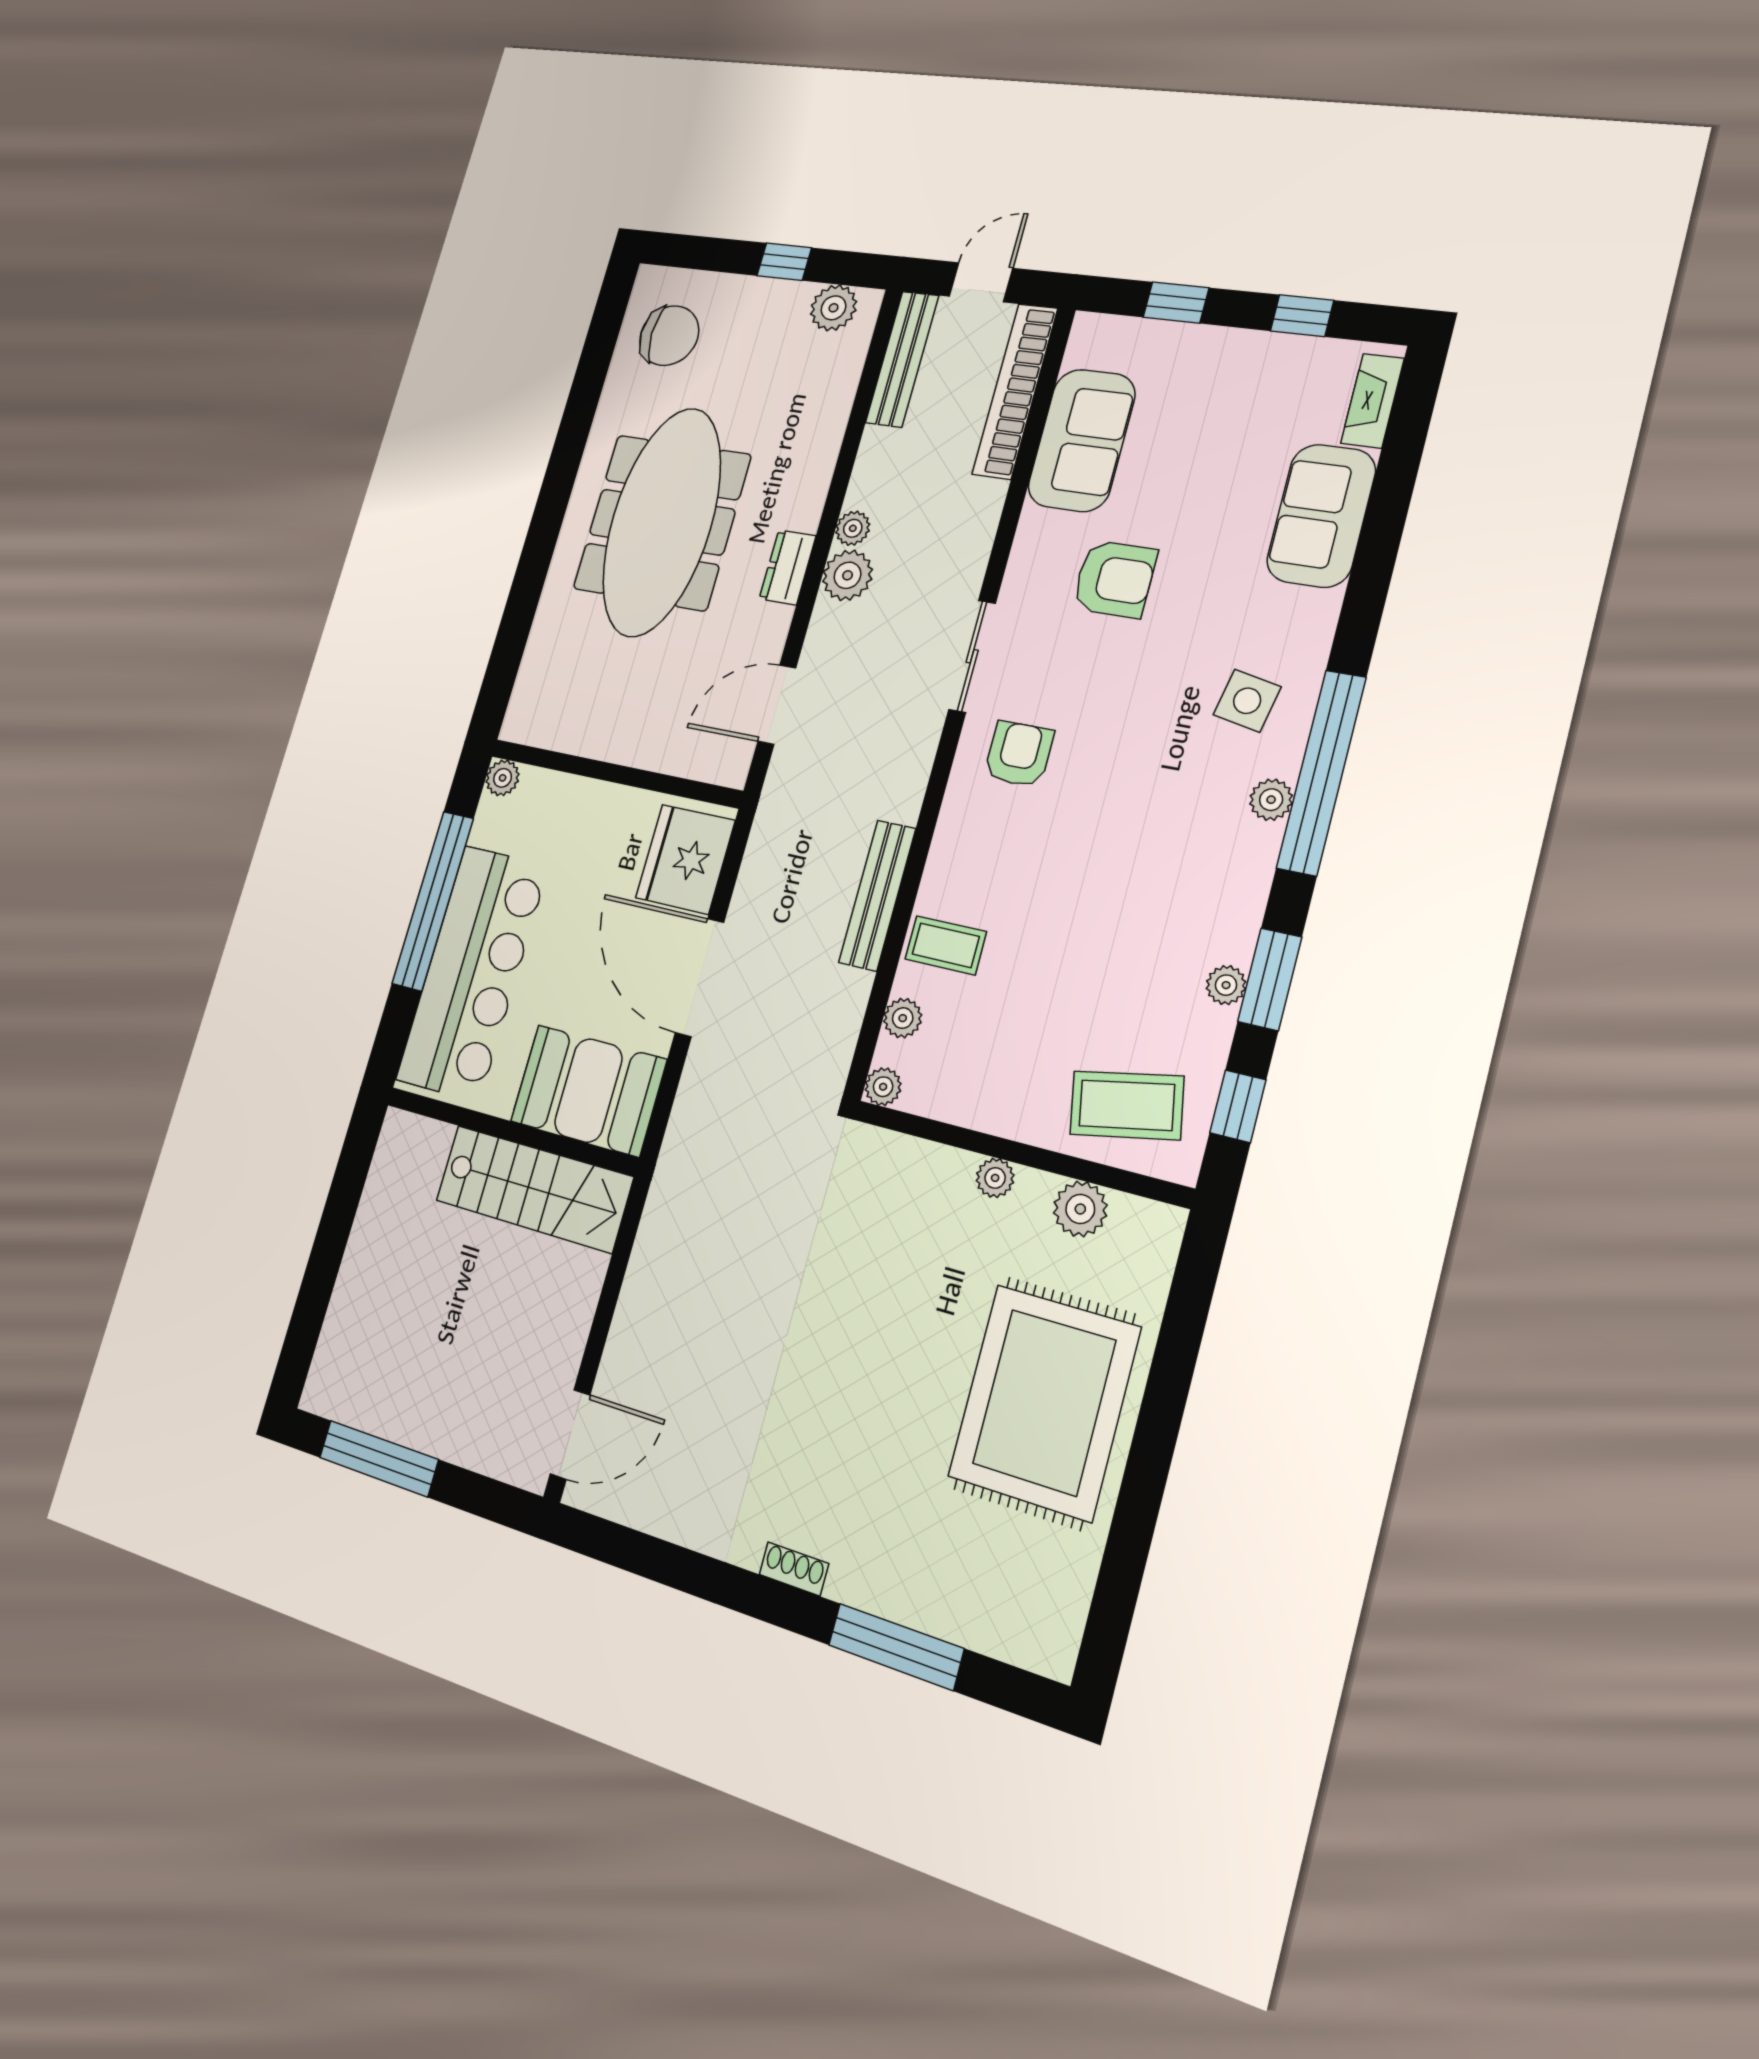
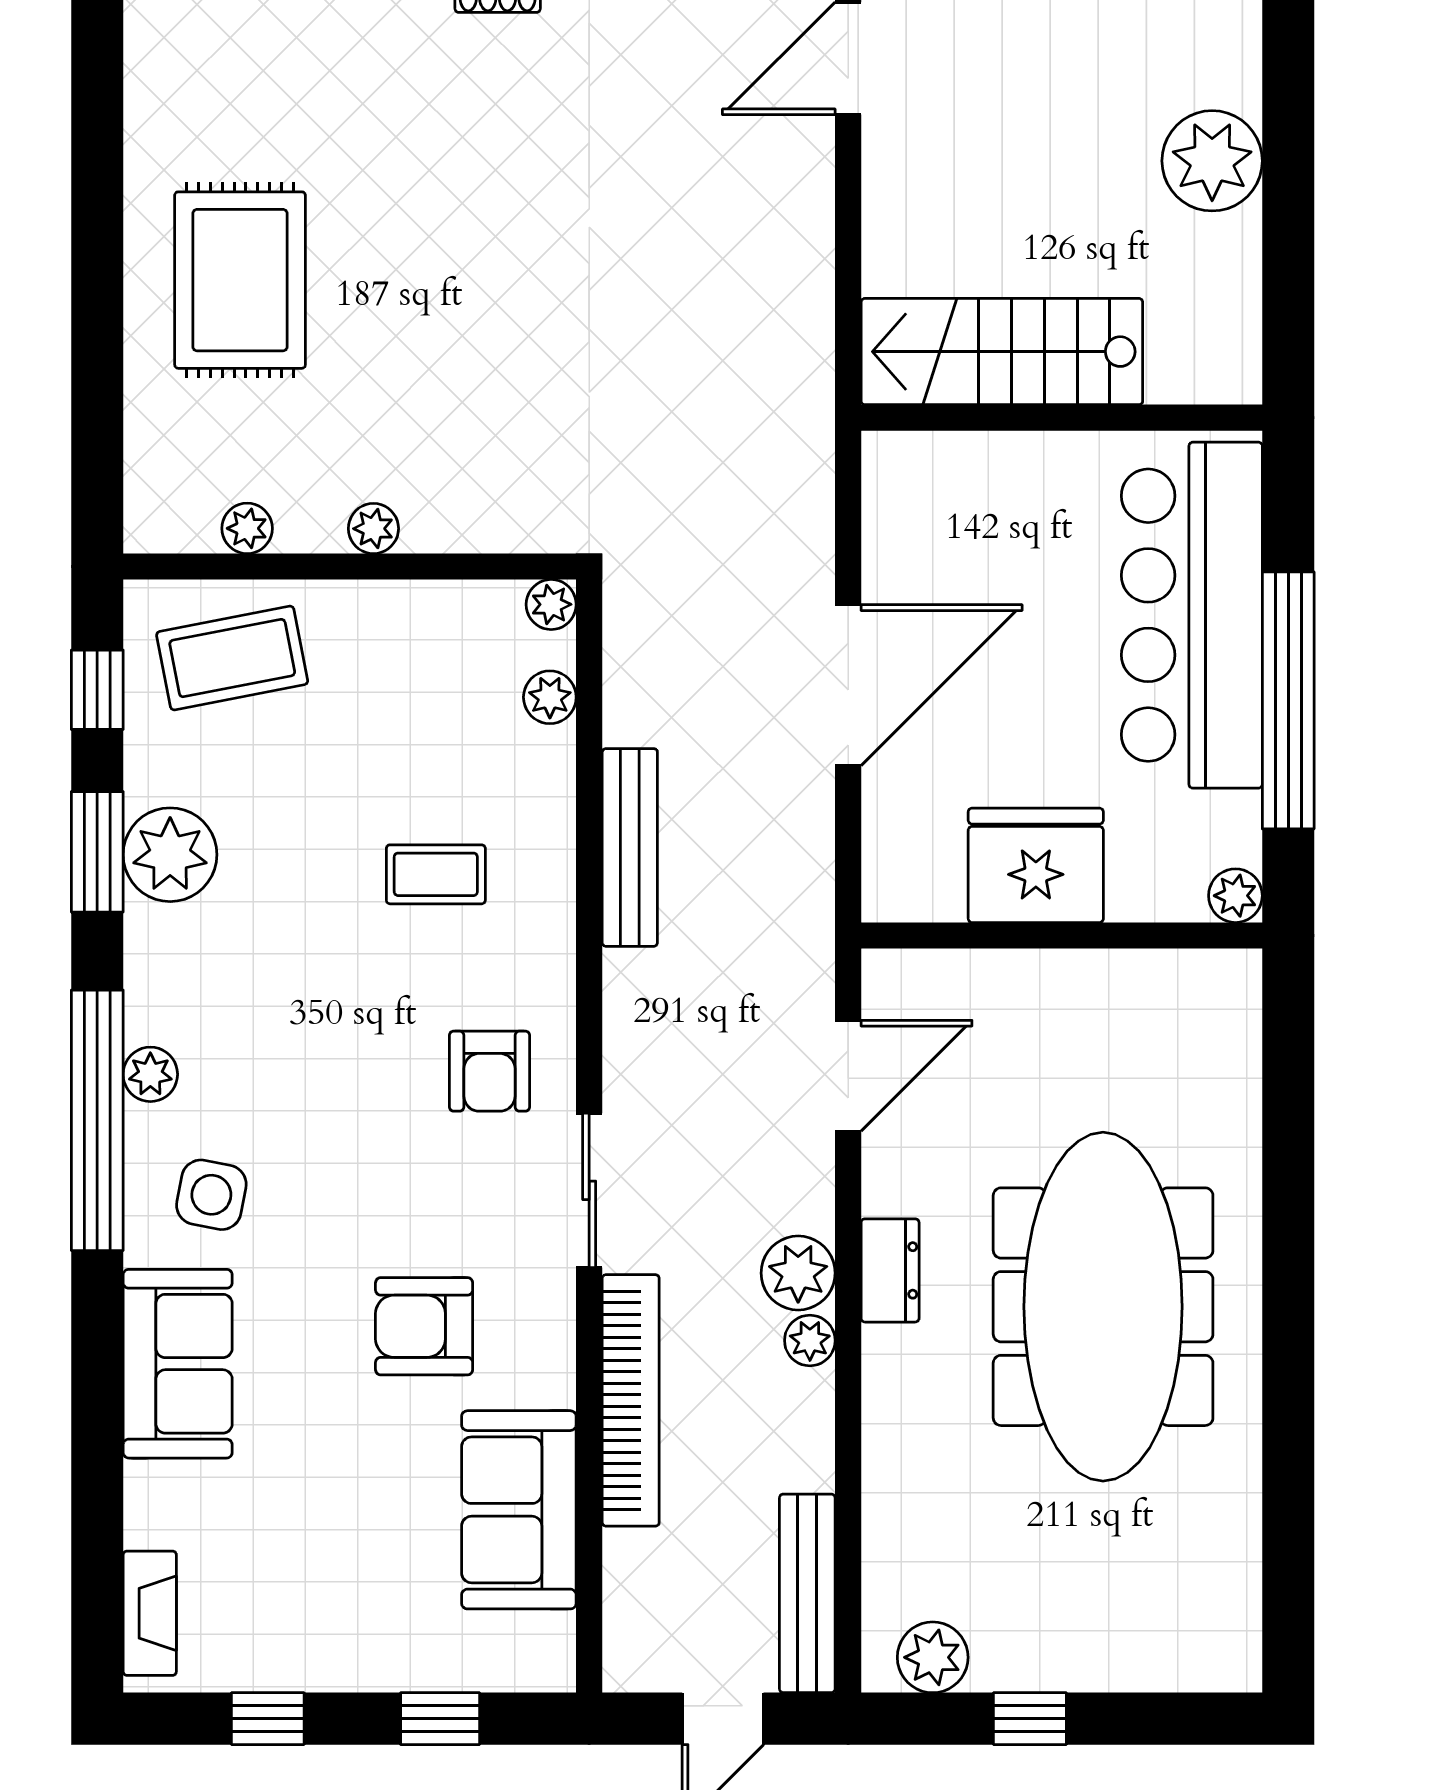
chair: (669, 336) -> (1179, 1587), removed
bookcase: (1015, 391) -> (631, 1400), moved
sofa: (1321, 516) -> (178, 1364), moved
fridge: (685, 859) -> (1036, 865), moved, turned -90
coffee table: (946, 945) -> (436, 874), moved
door: (700, 978) -> (848, 685), hinge flipped
plant: (1226, 985) -> (170, 855), width x1.87, depth x1.87
booth: (588, 1090) -> (963, 499), removed
plant: (1080, 1209) -> (247, 528), width x0.73, depth x0.73
plant: (367, 1284) -> (1212, 161), added
rug: (1044, 1402) -> (240, 280), width x0.73, depth x0.69

